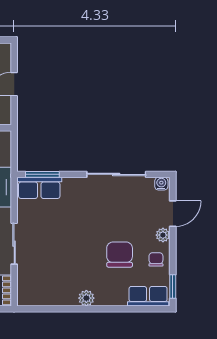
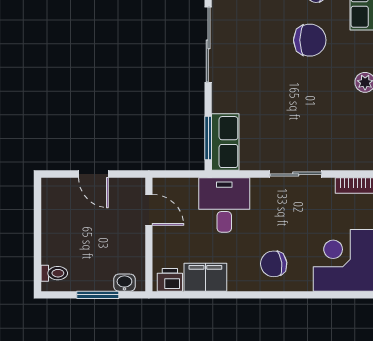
chair: (120, 255) -> (310, 40), turned 180

